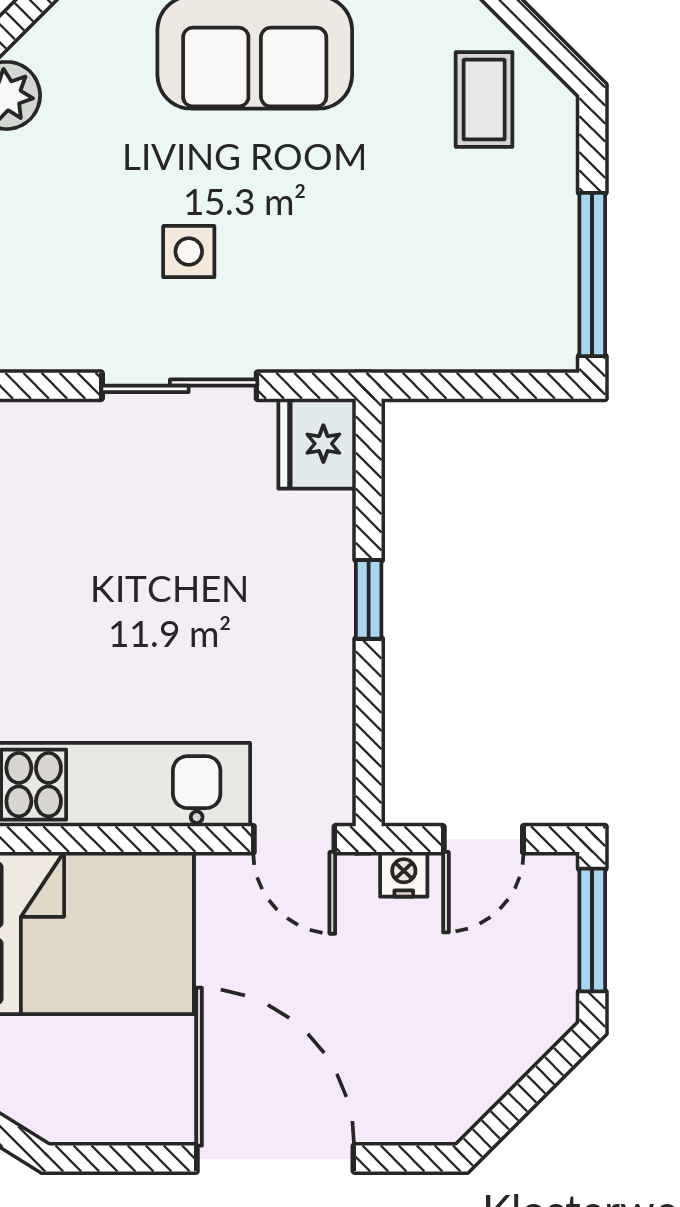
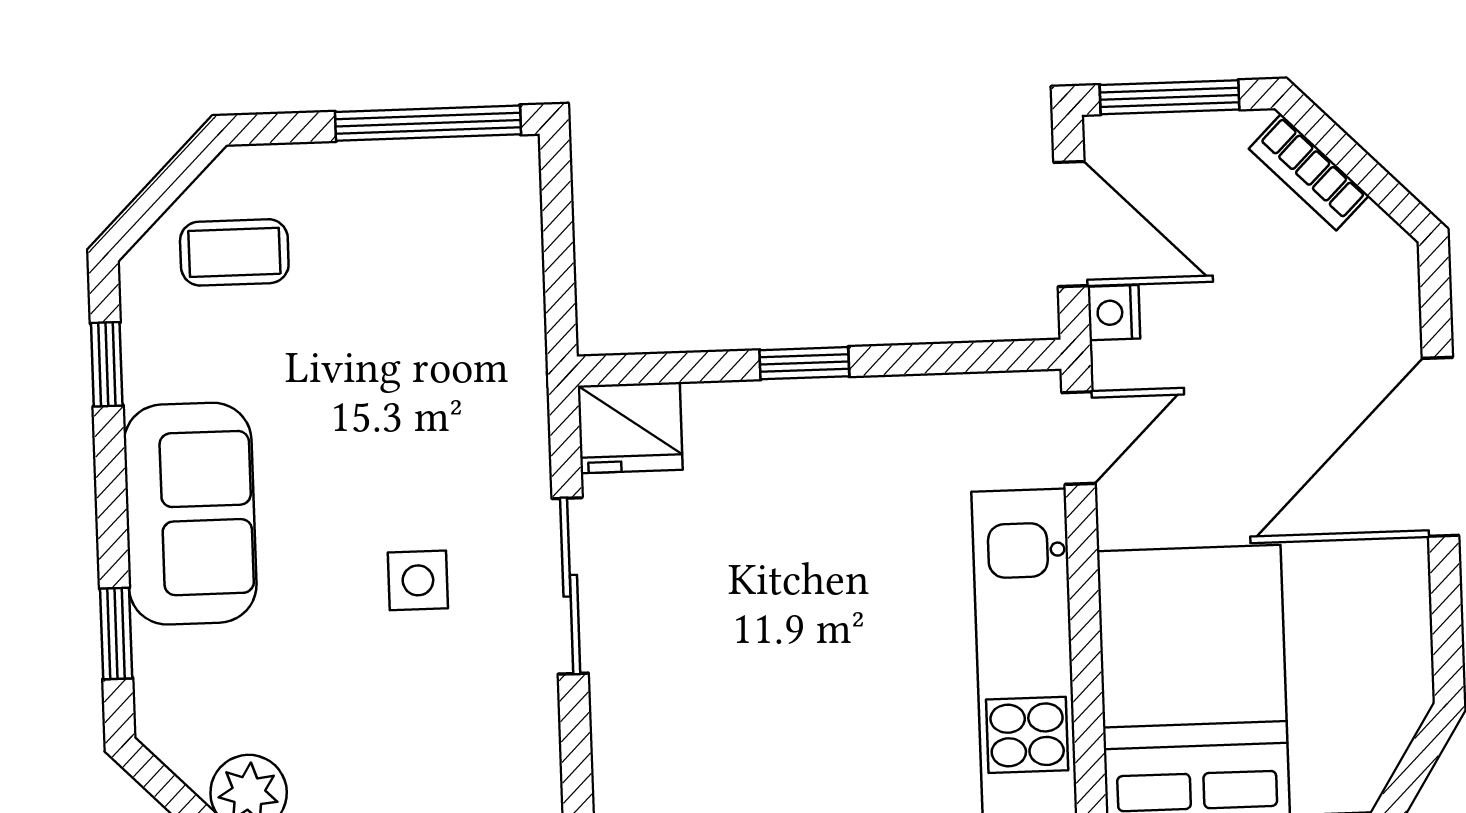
door: (483, 839) -> (1071, 224), width x1.38
bookcase: (522, 1051) -> (1309, 172), added

